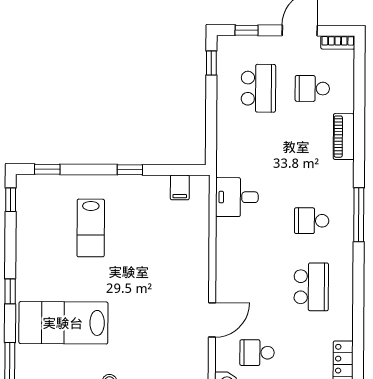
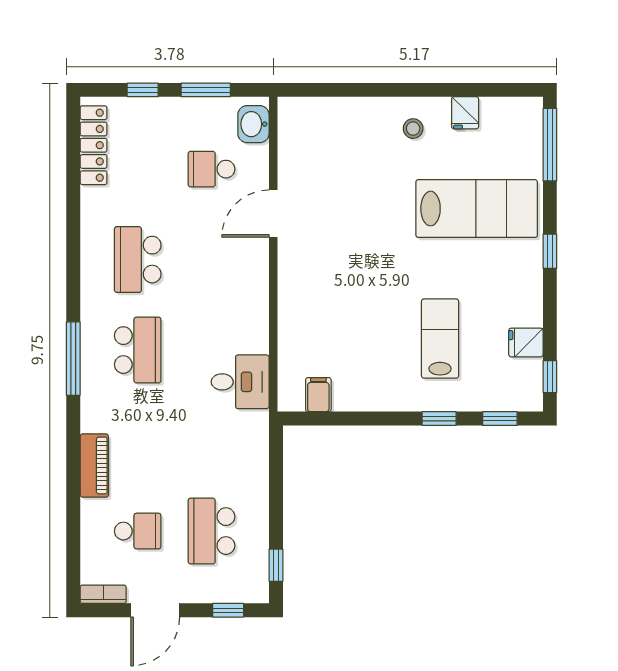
window: (130, 170) -> (439, 419), moved
school desk: (312, 221) -> (138, 350), width x1.85
fridge: (28, 225) -> (526, 343), added
school desk: (257, 353) -> (211, 169), turned 180

